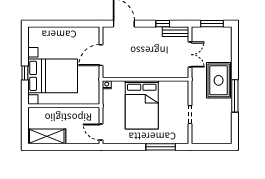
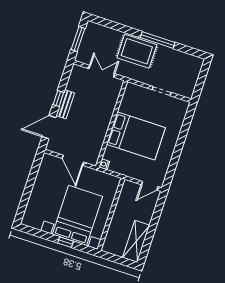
window: (163, 24) -> (58, 98), moved
bench: (175, 32) -> (65, 104), moved
window: (161, 147) -> (184, 131), removed

